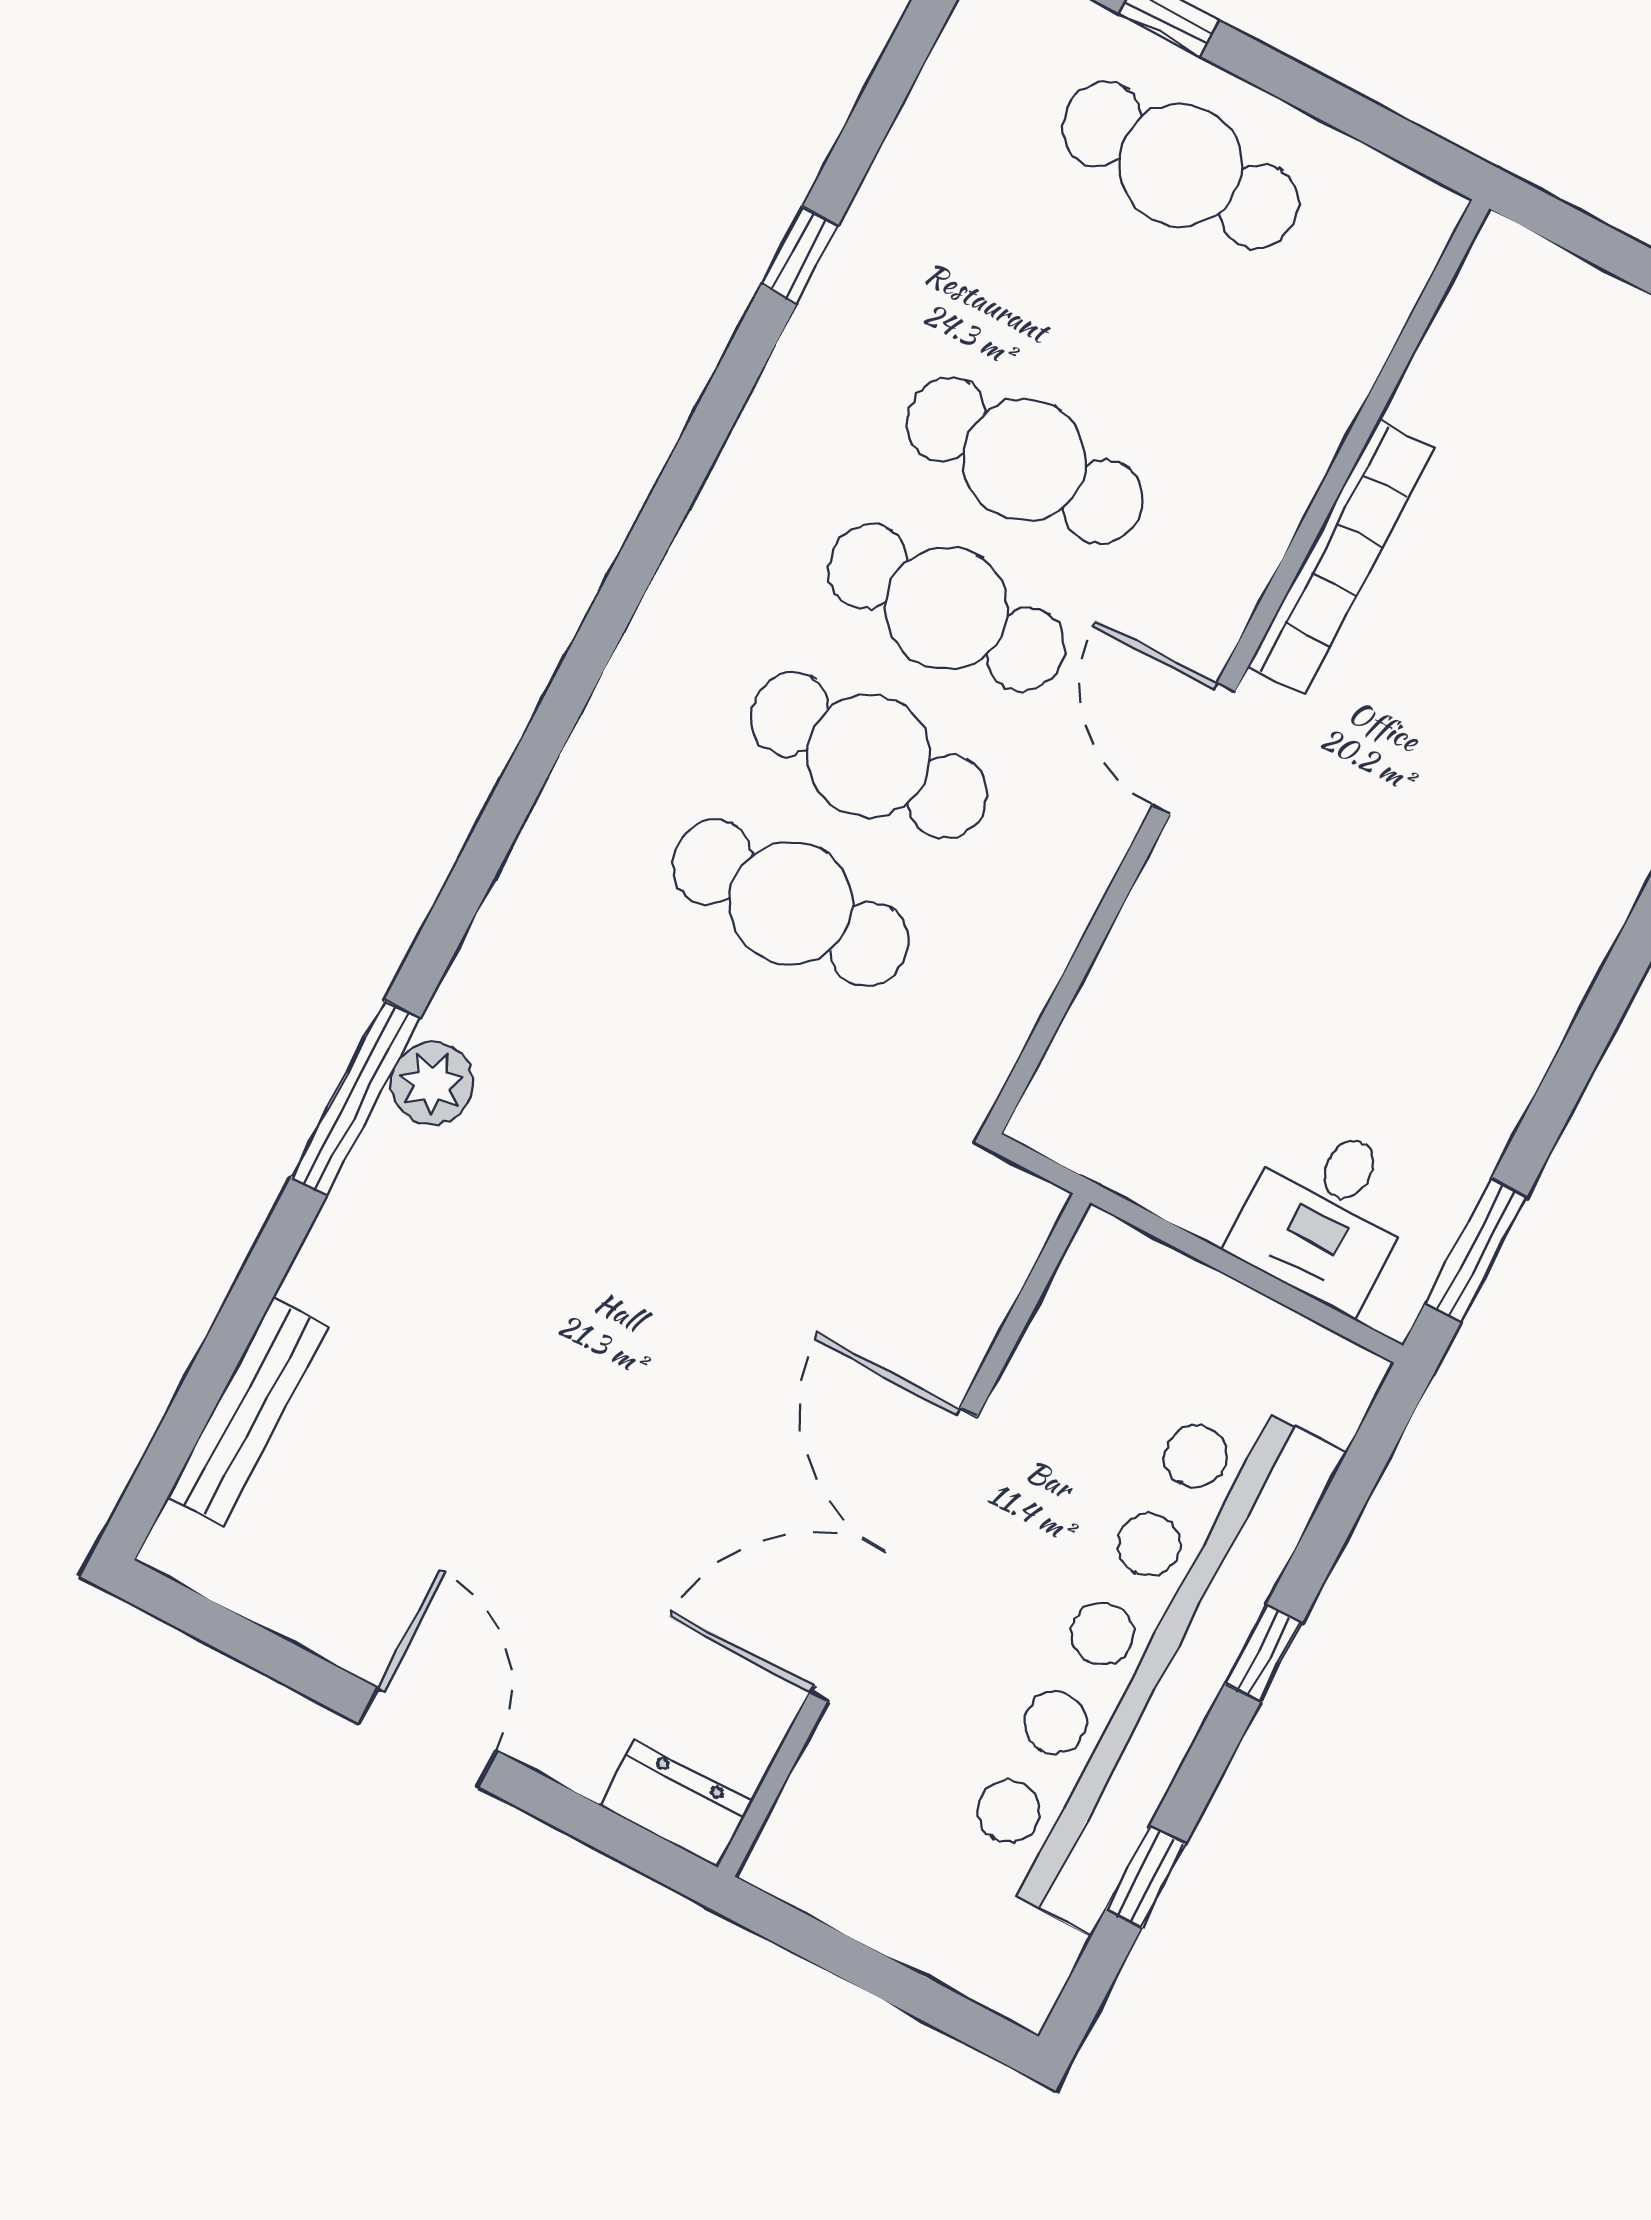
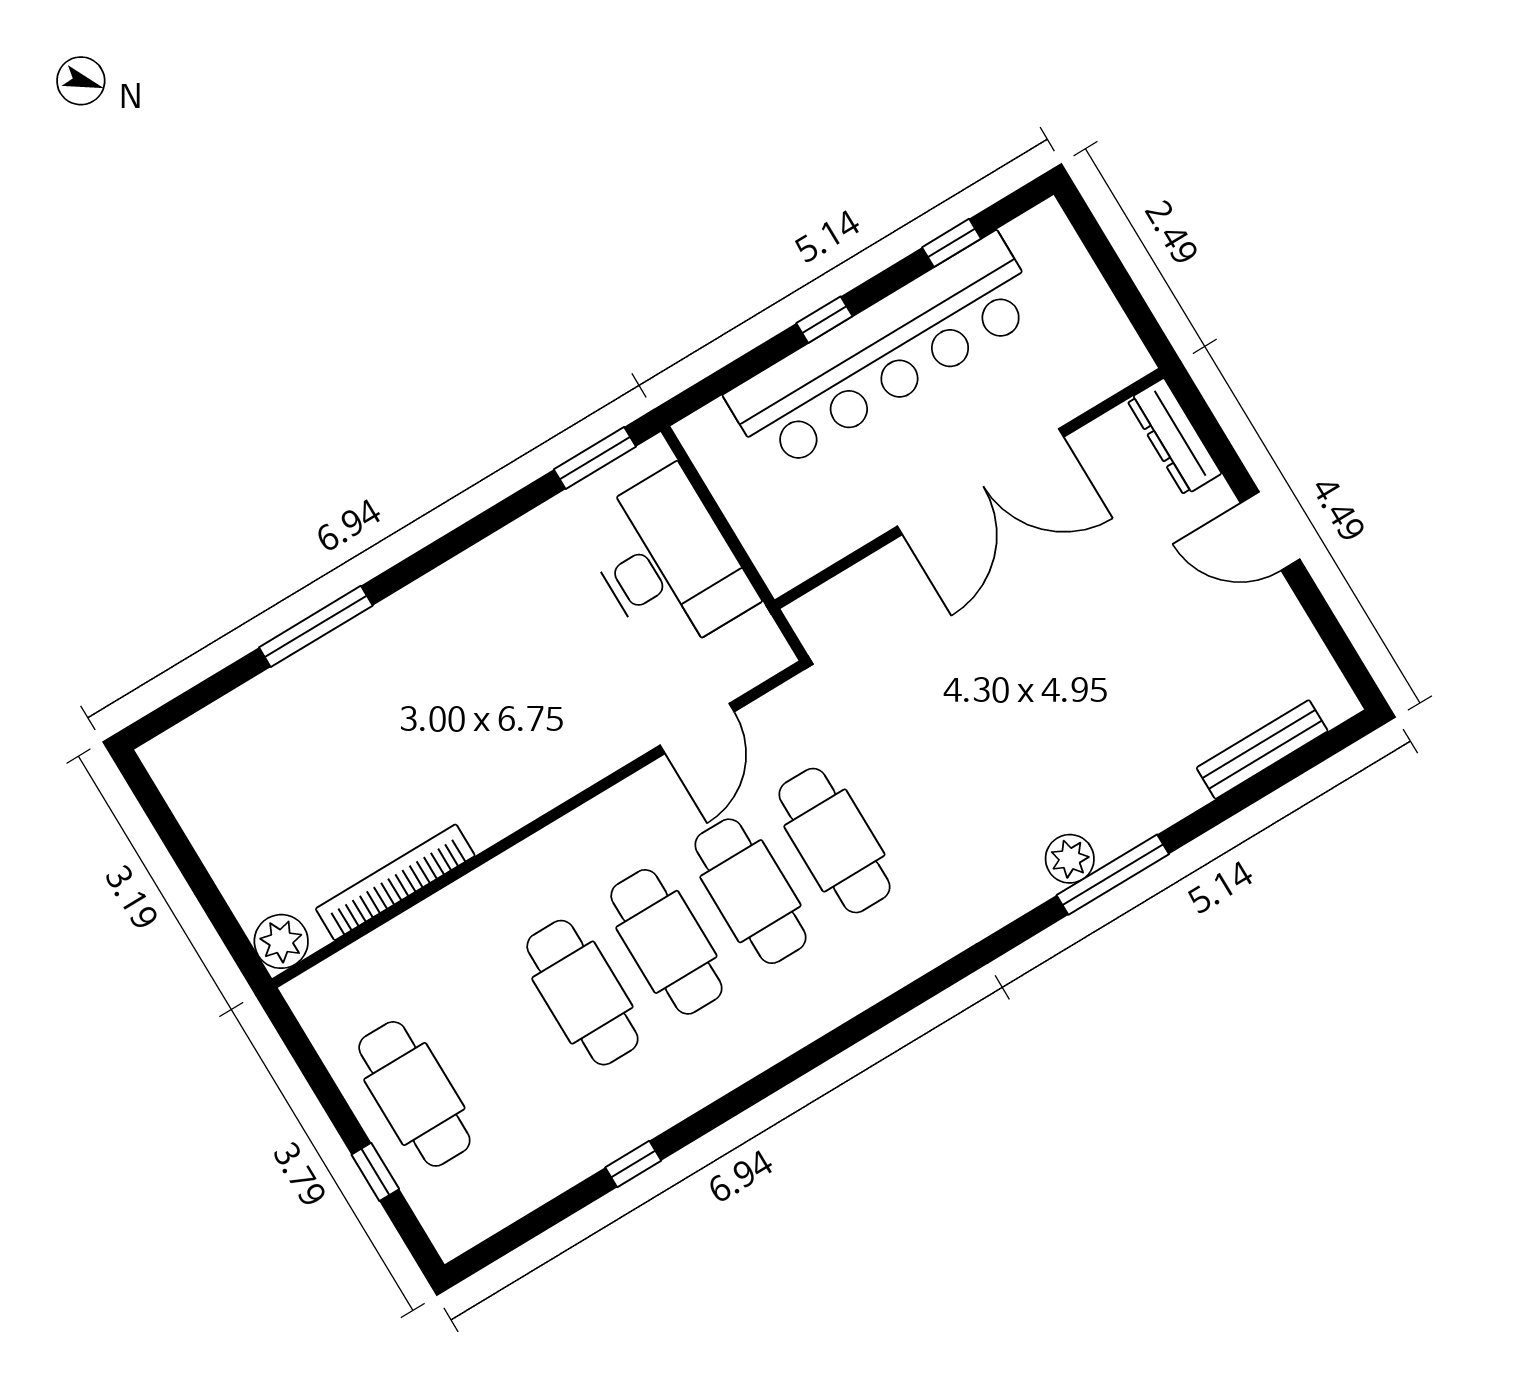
plant: (1508, 270) -> (281, 941), added
bookcase: (1341, 557) -> (395, 882), moved
door: (1193, 749) -> (697, 728), moved
desk: (1325, 1213) -> (667, 563), width x1.87, depth x1.30
door: (428, 1737) -> (1270, 531), hinge flipped
dresser: (676, 1804) -> (1174, 437), width x1.44

